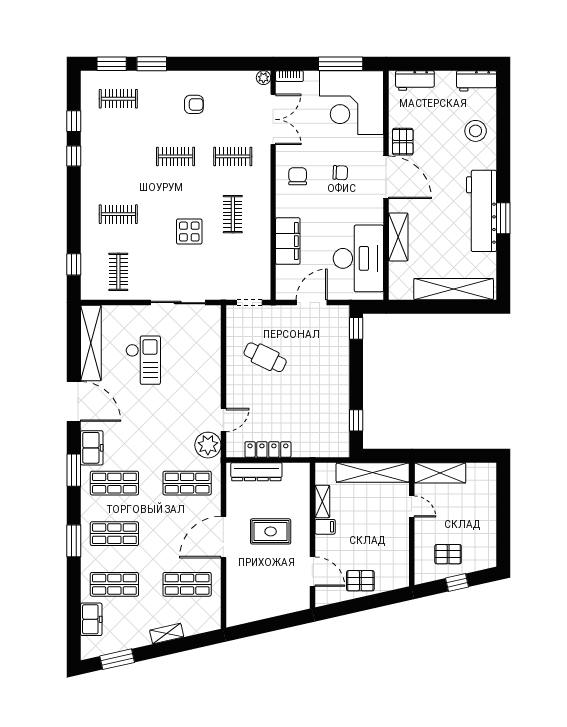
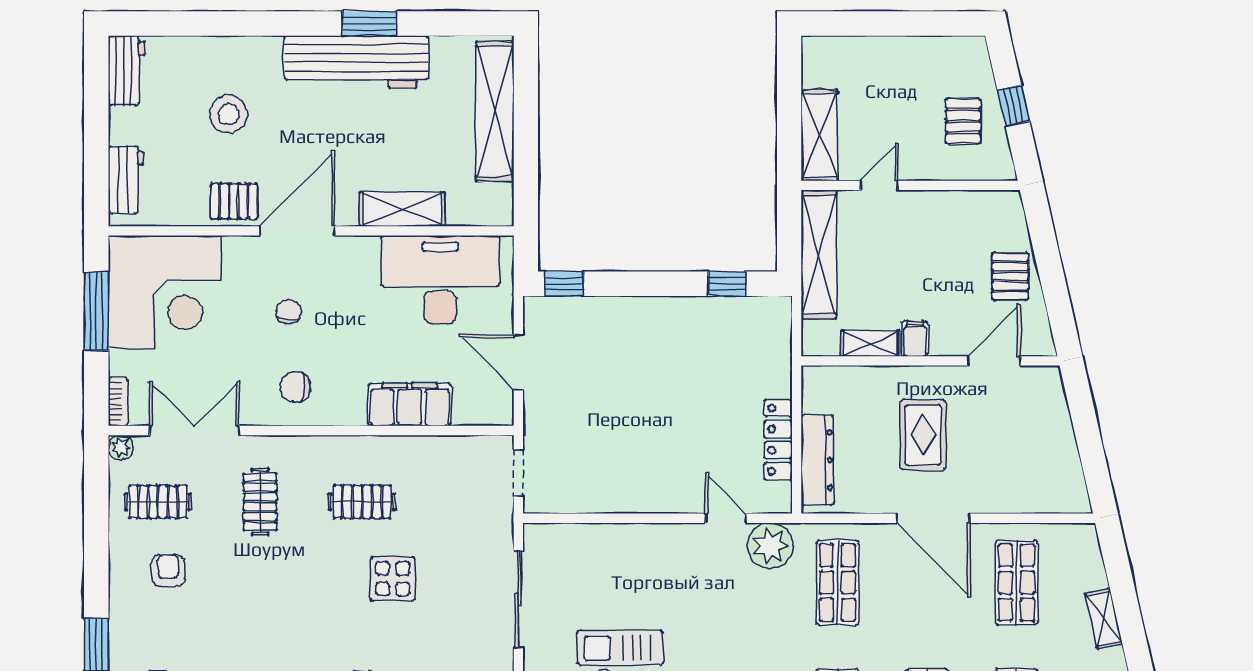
stool: (476, 131) -> (229, 114), moved
clothes rail: (176, 156) -> (158, 502), moved, turned 90
cafe table: (265, 357) -> (615, 445), removed

